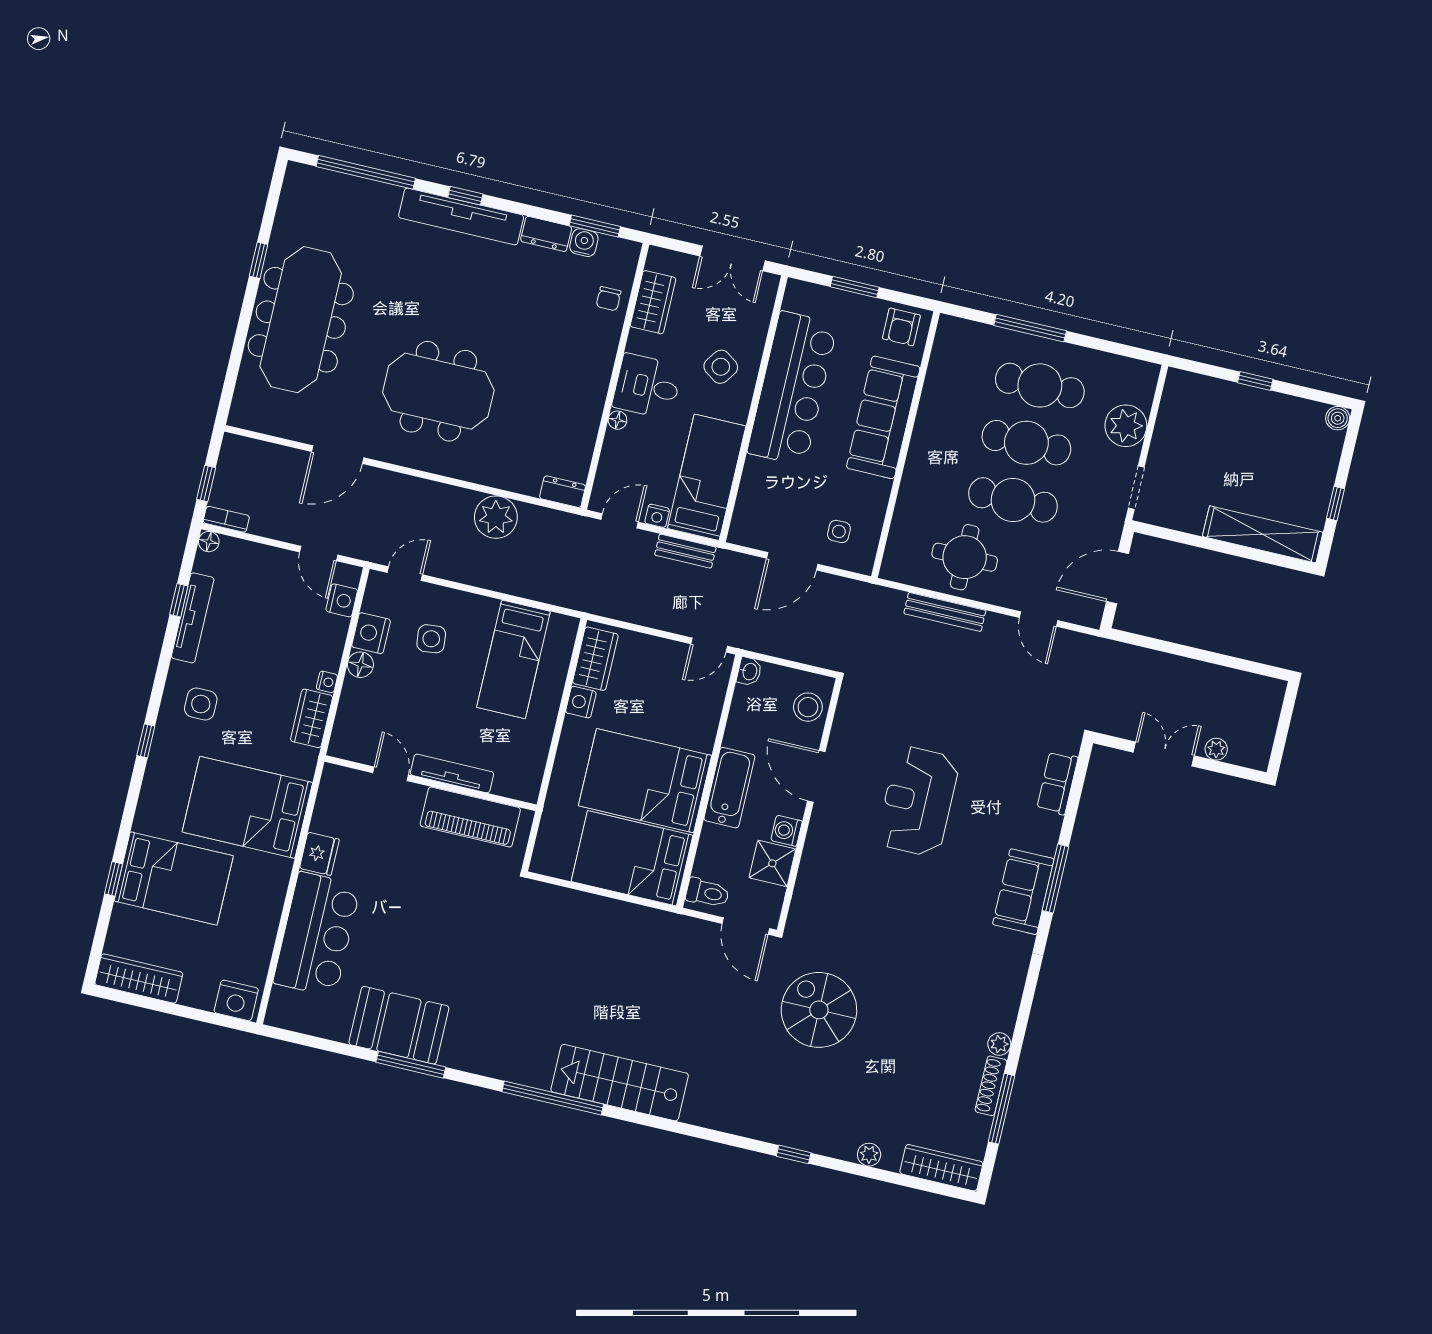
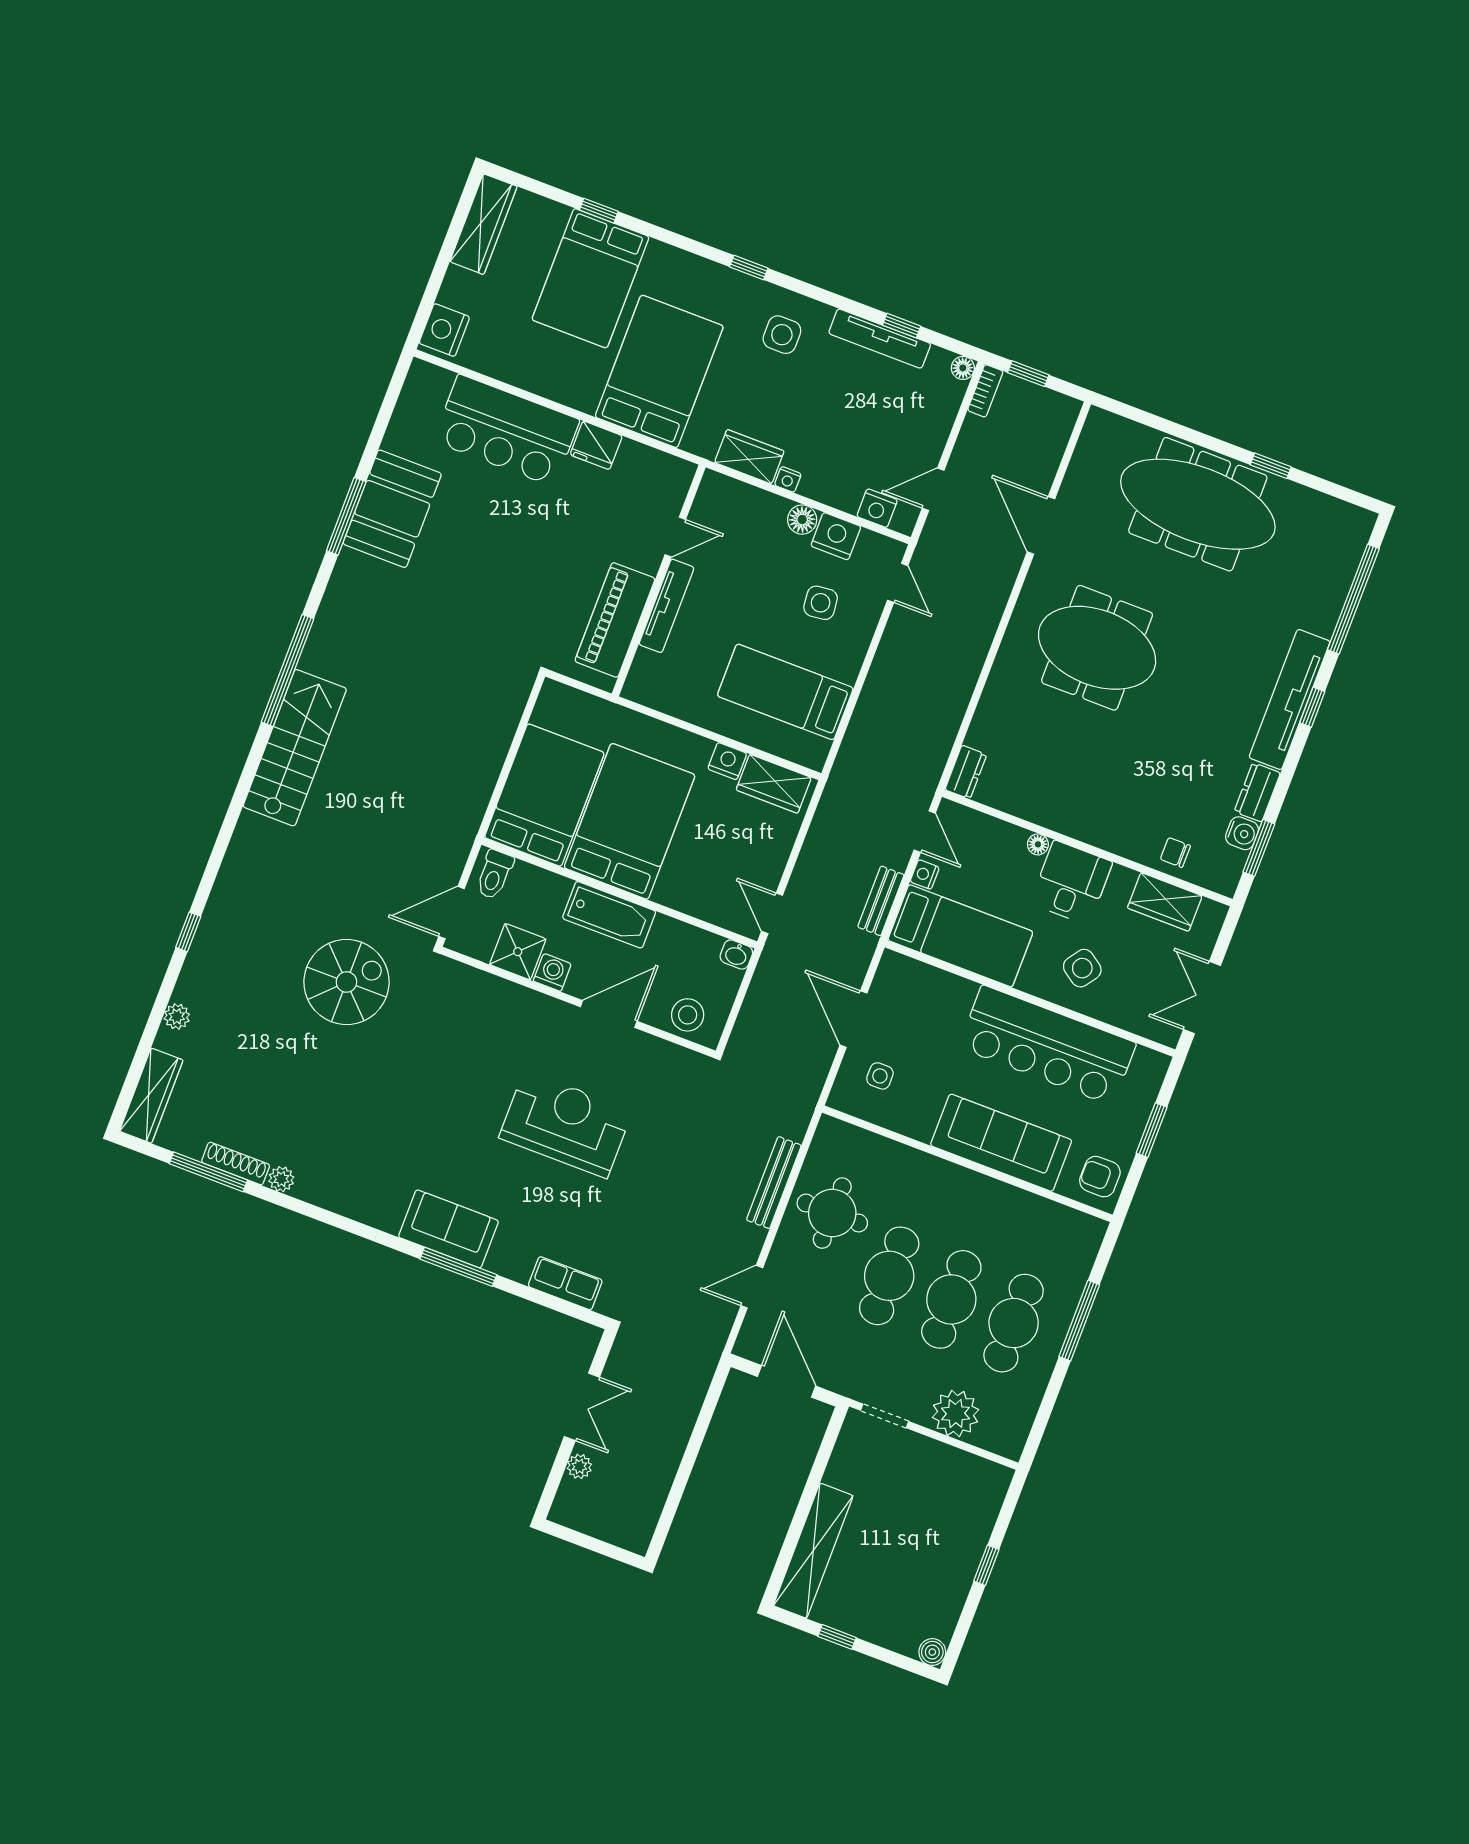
meeting table: (438, 391) -> (1097, 648), turned 90
plant: (496, 517) -> (947, 693), removed

